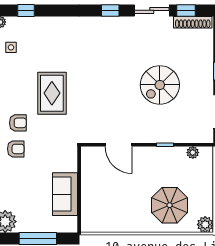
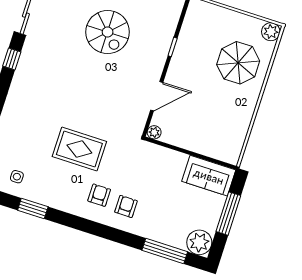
plant: (193, 153) -> (154, 132), moved
sofa: (65, 194) -> (209, 176), moved

